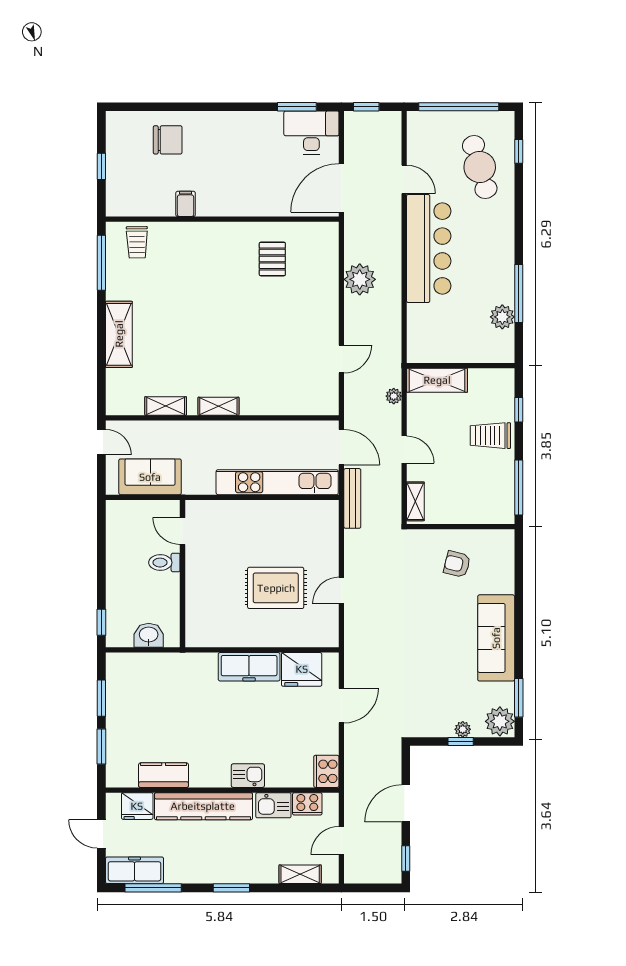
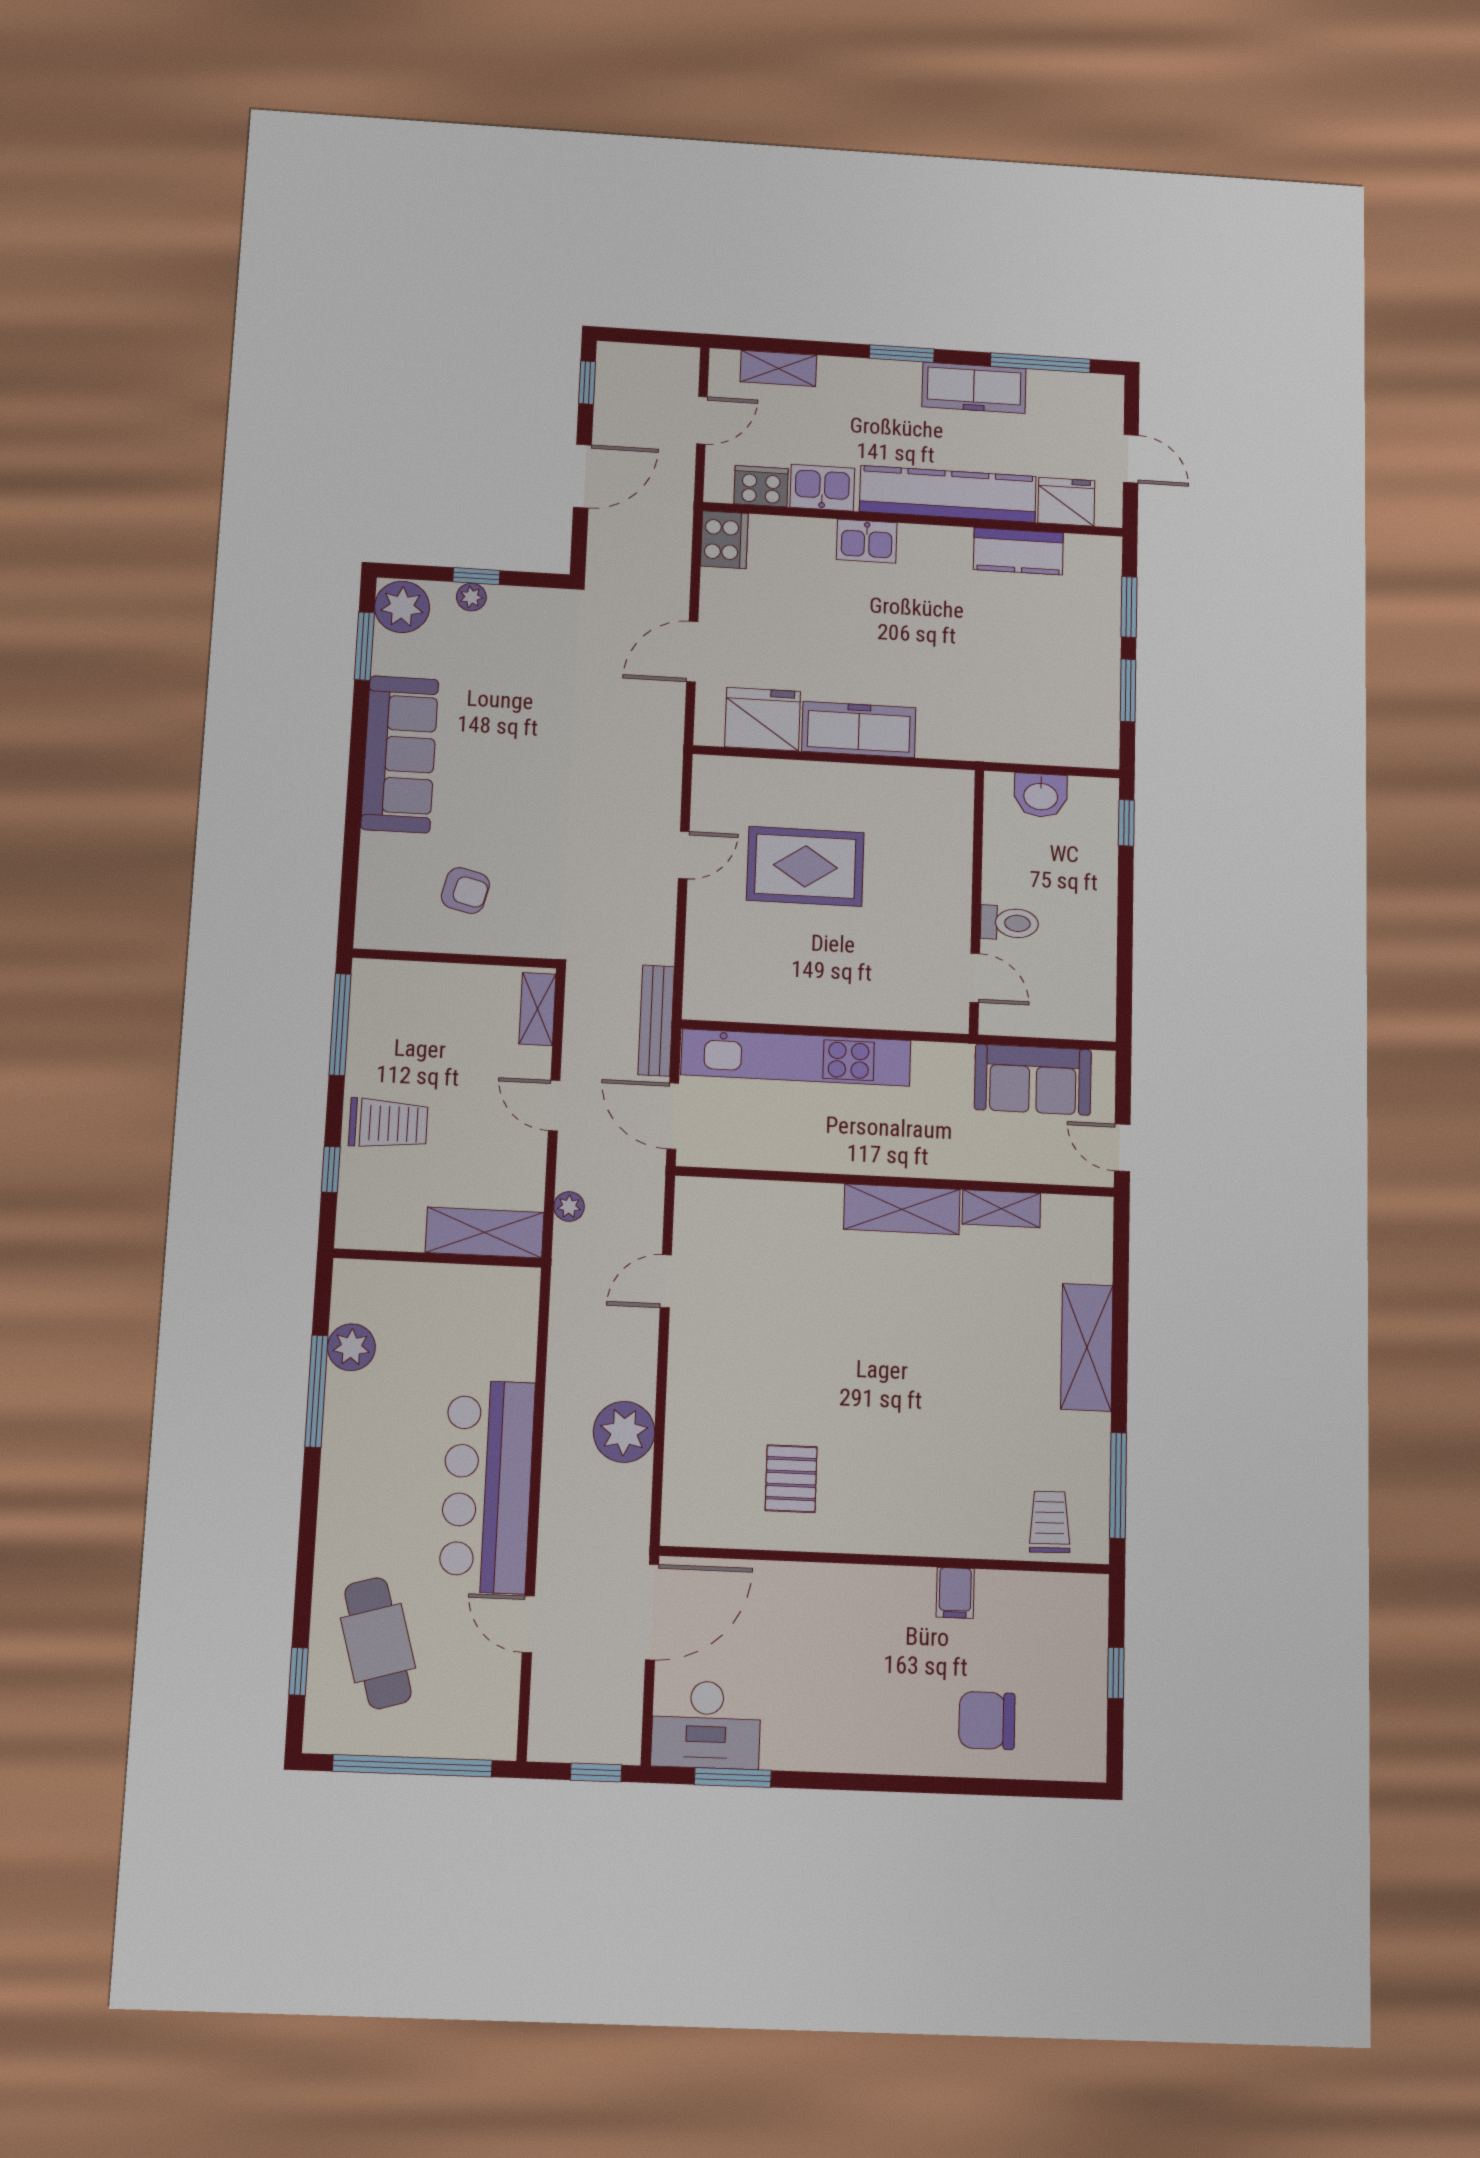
shelving: (218, 406) -> (902, 1209), width x1.50, depth x1.33
freezer: (134, 870) -> (974, 388), moved

